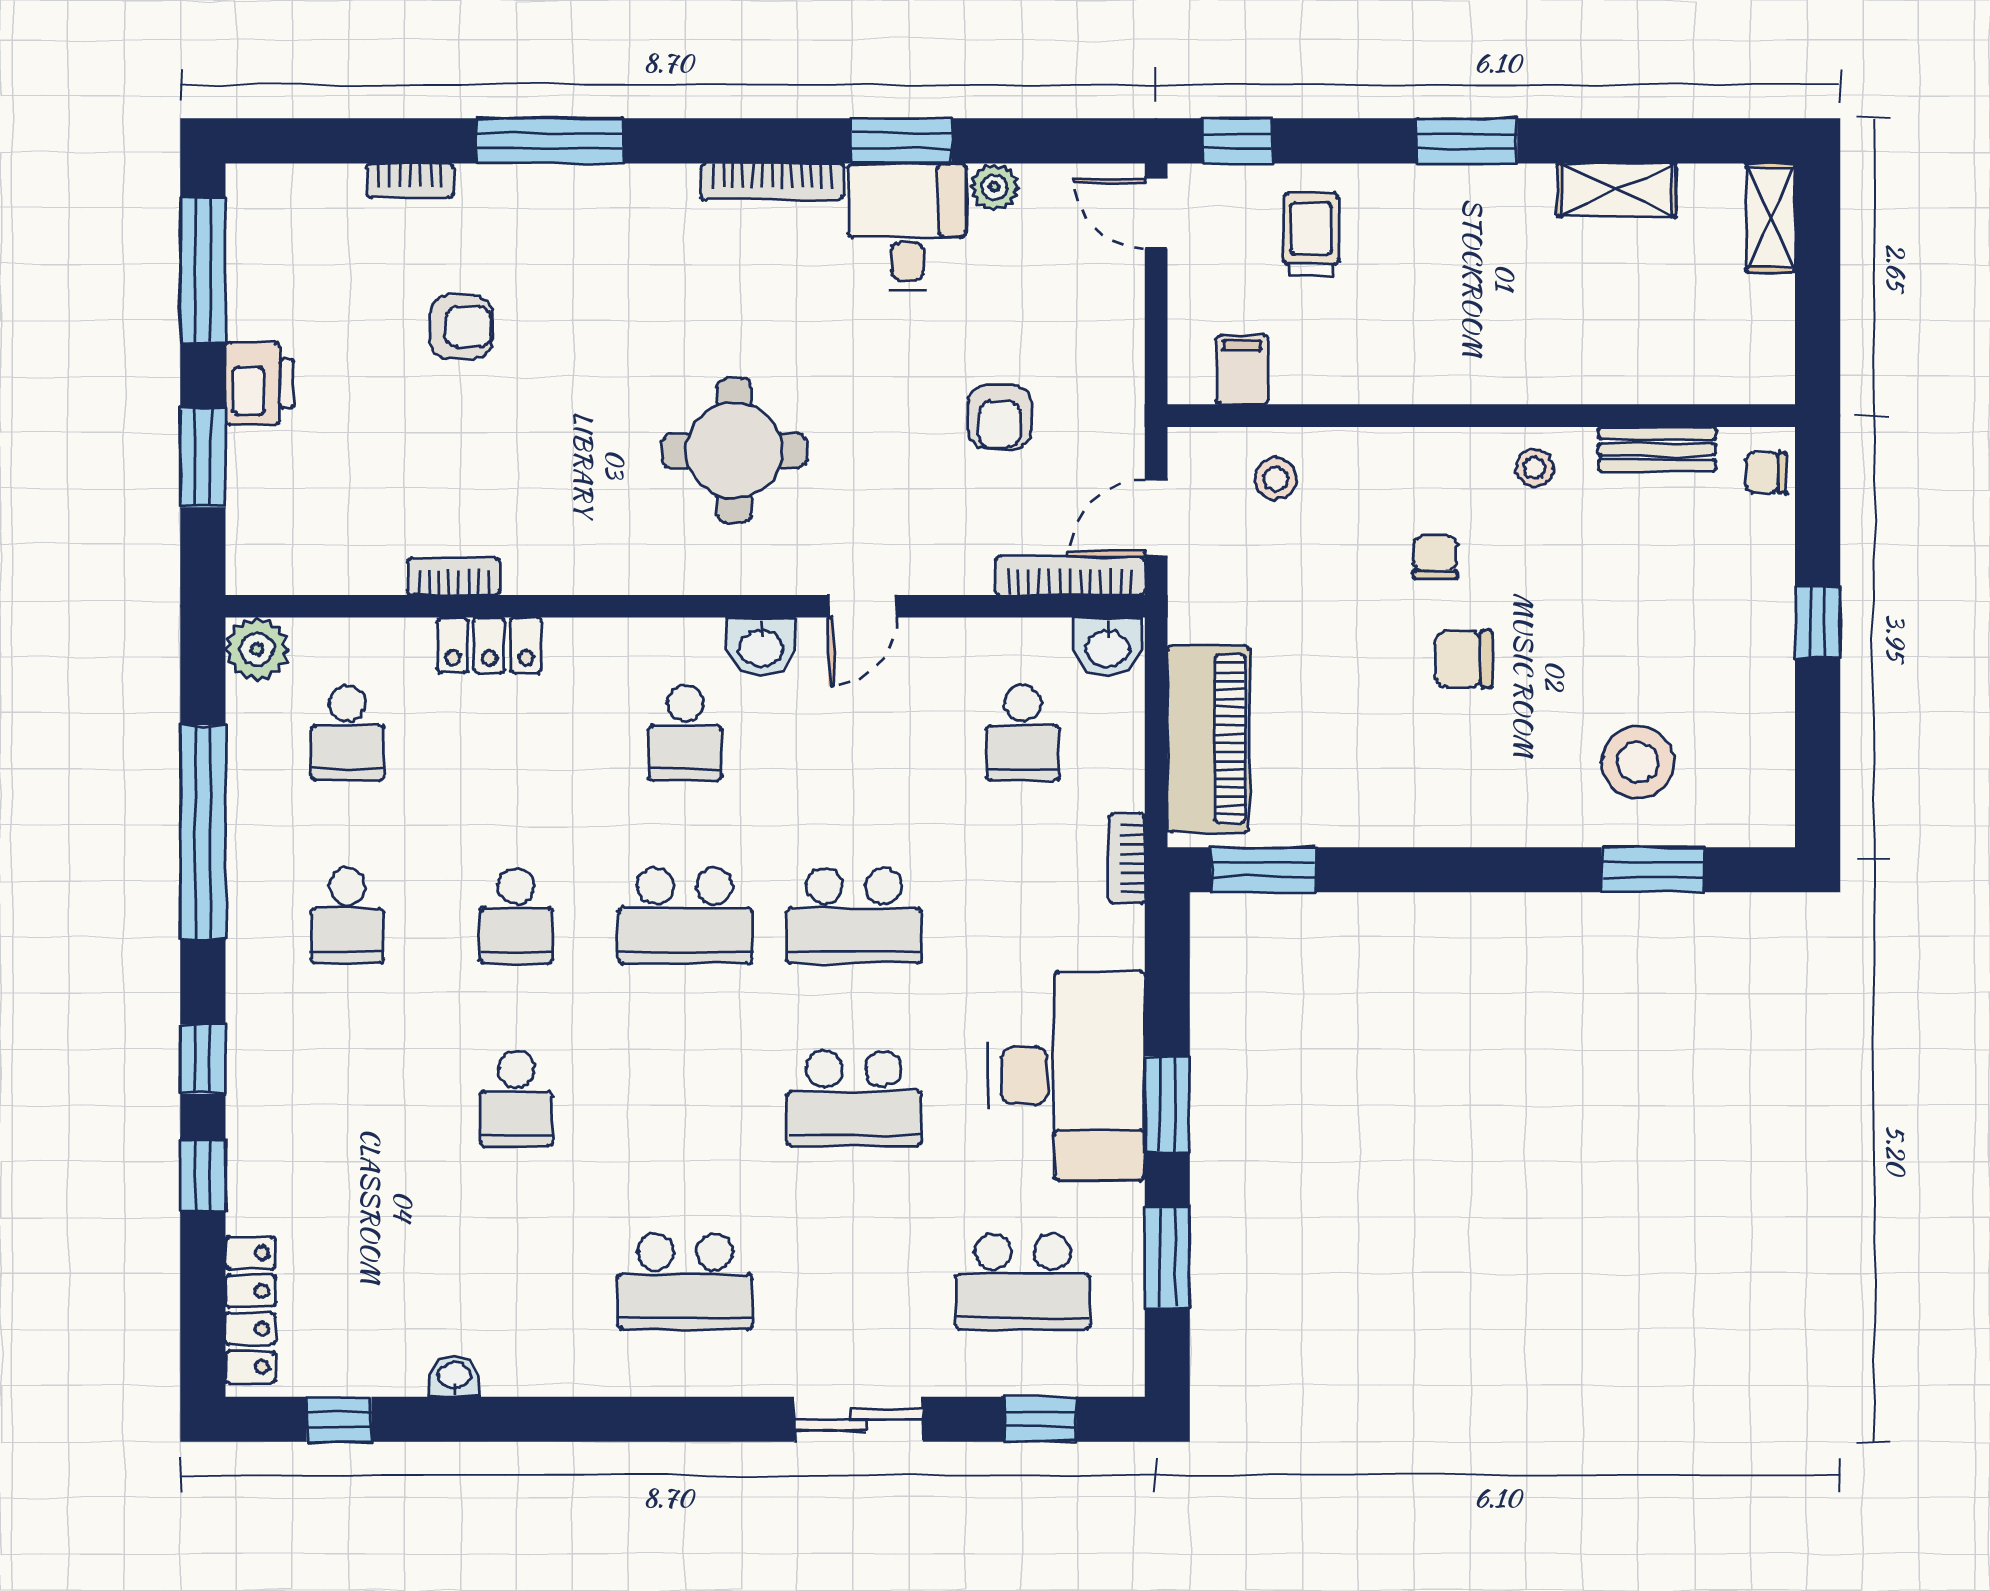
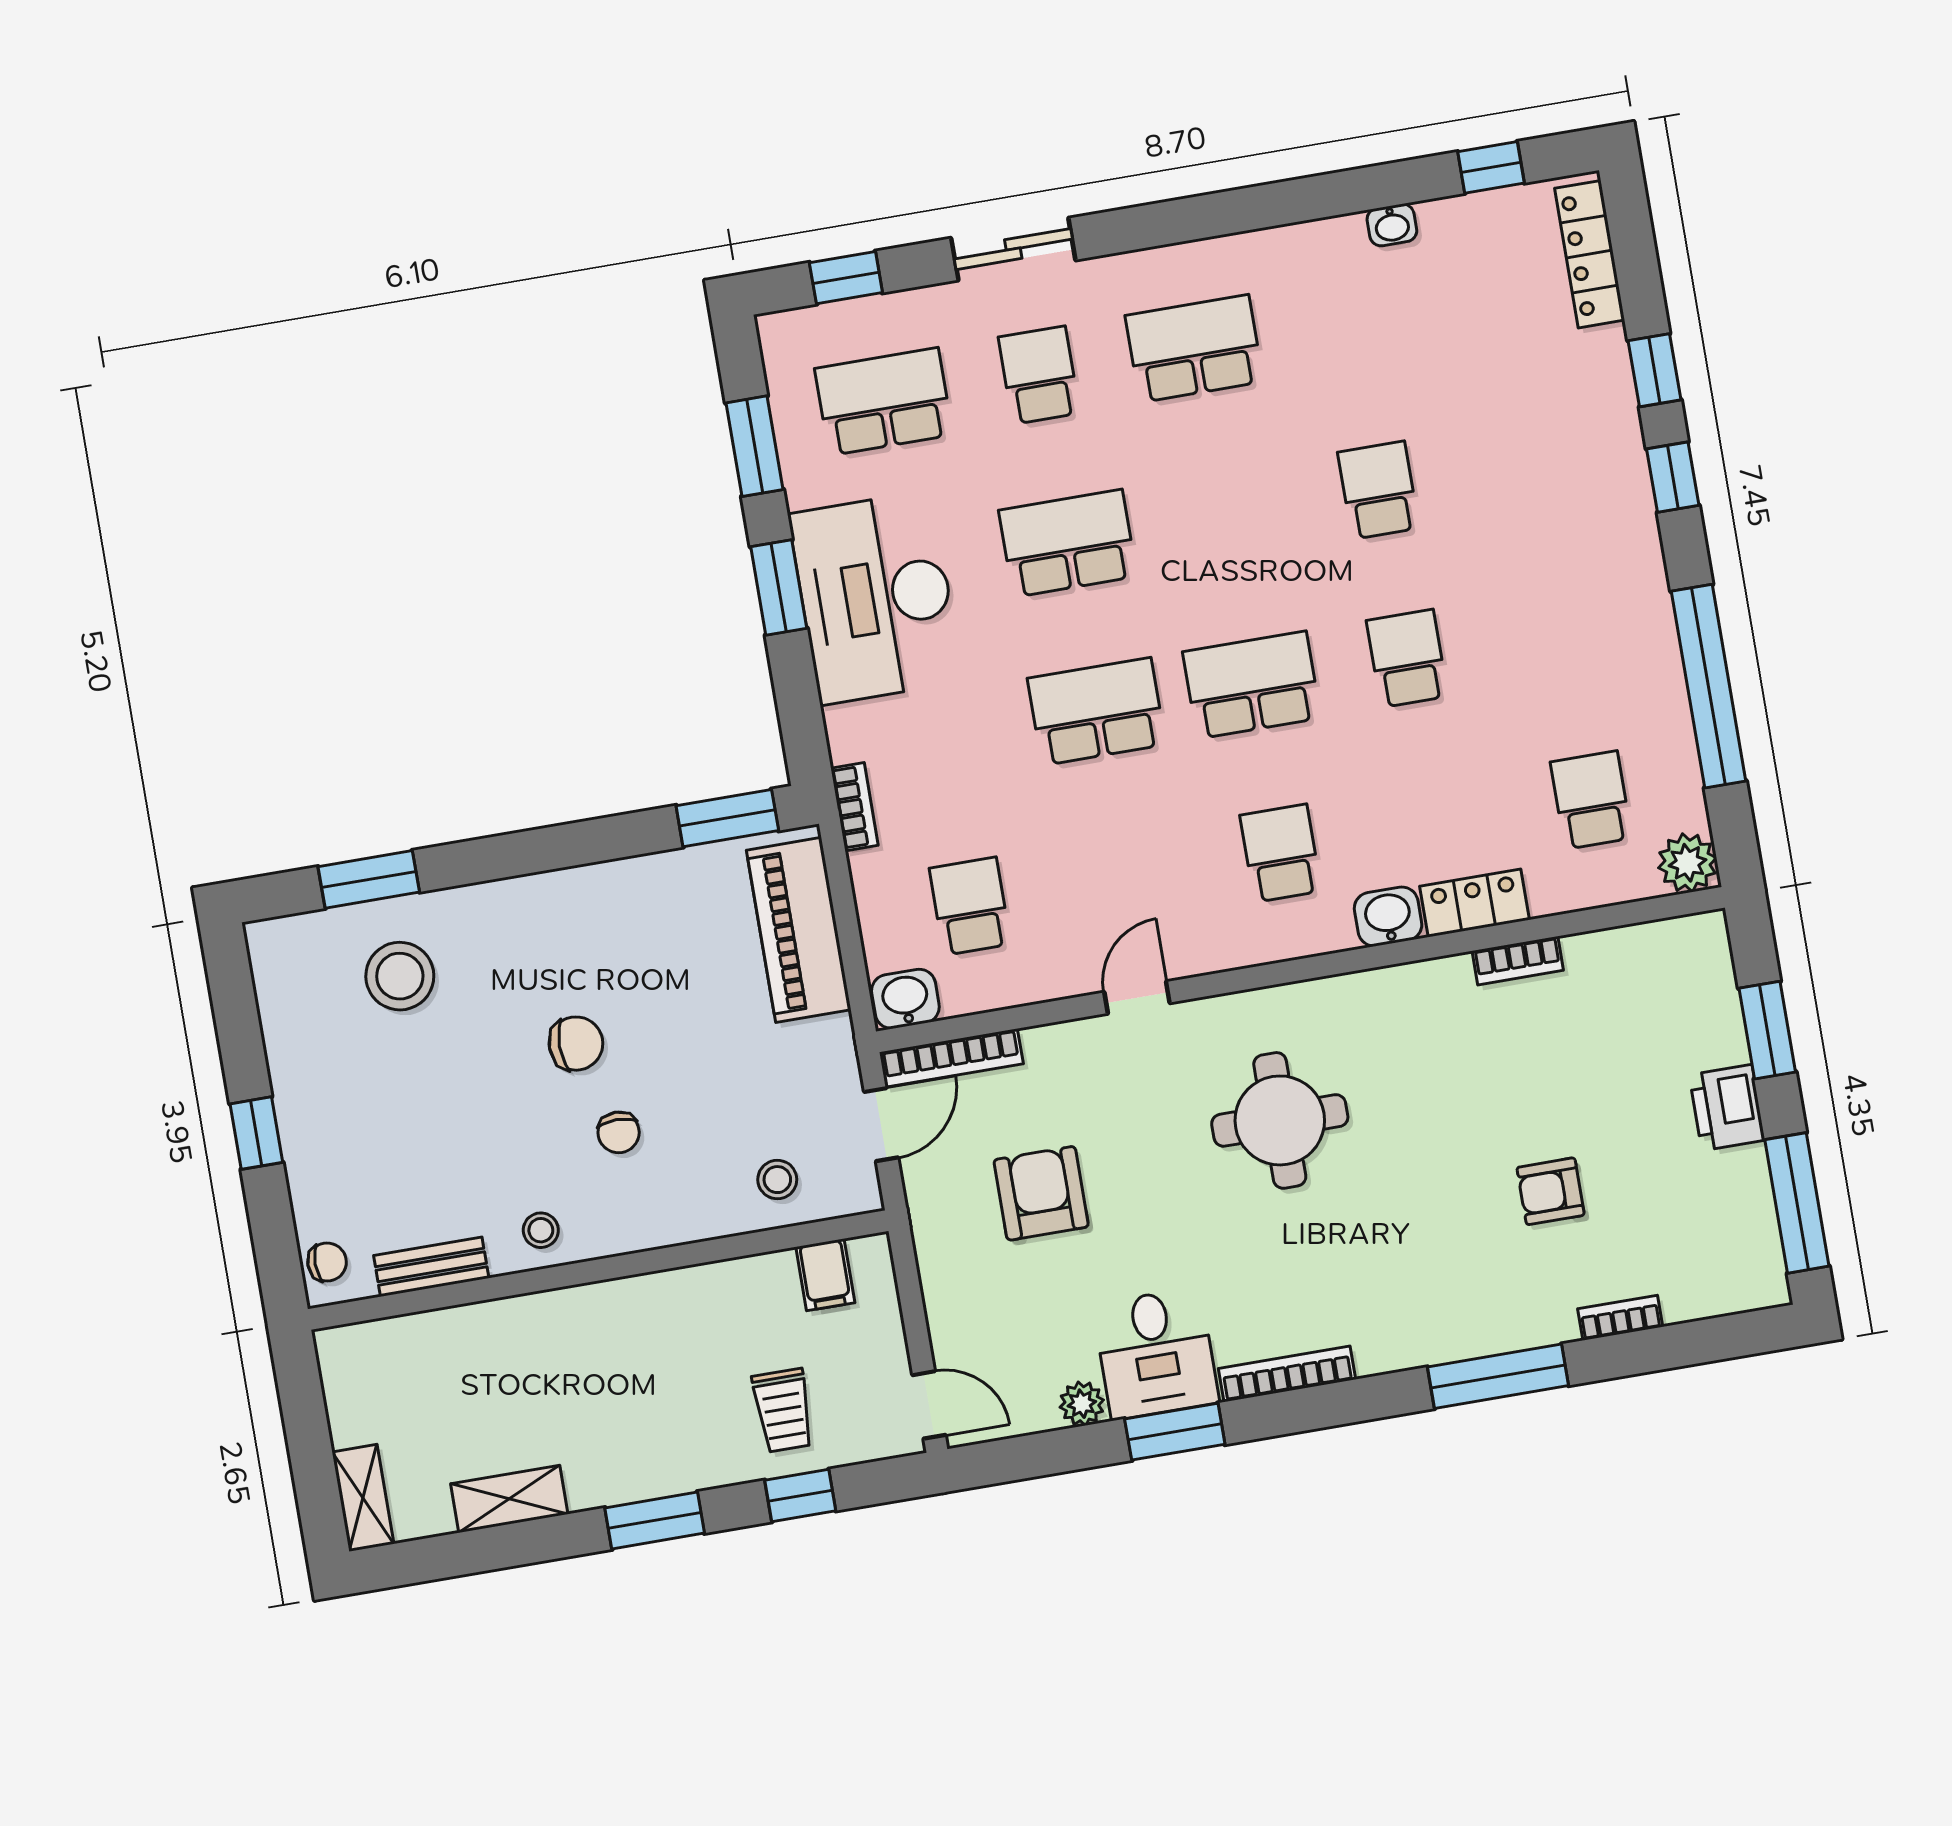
window: (1237, 141) -> (800, 1496), moved
armchair: (999, 417) -> (1041, 1193), width x1.38, depth x1.38
washbasin: (761, 647) -> (1388, 916), moved
school desk: (347, 916) -> (1039, 375), moved

